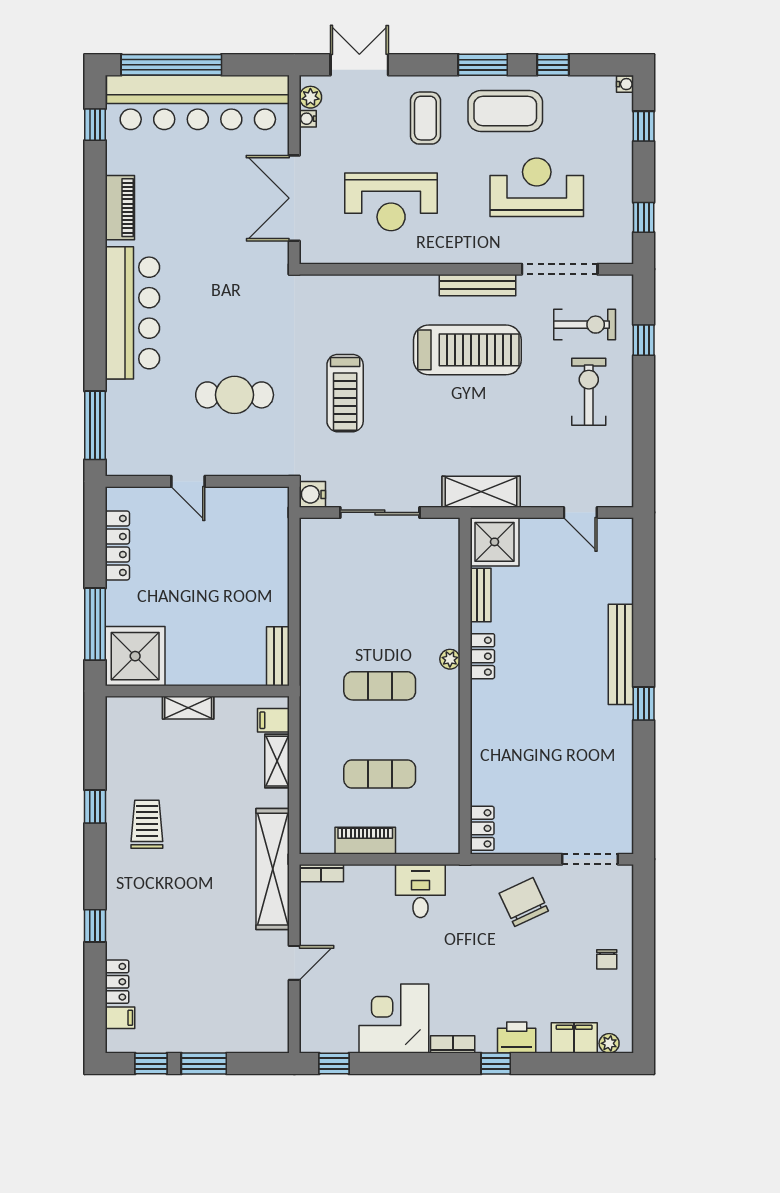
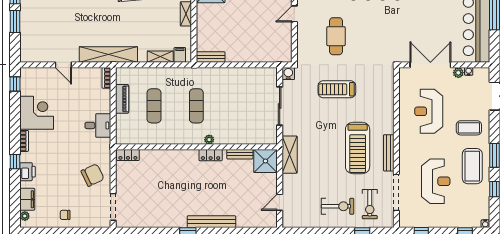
plant: (310, 97) -> (458, 73), moved

